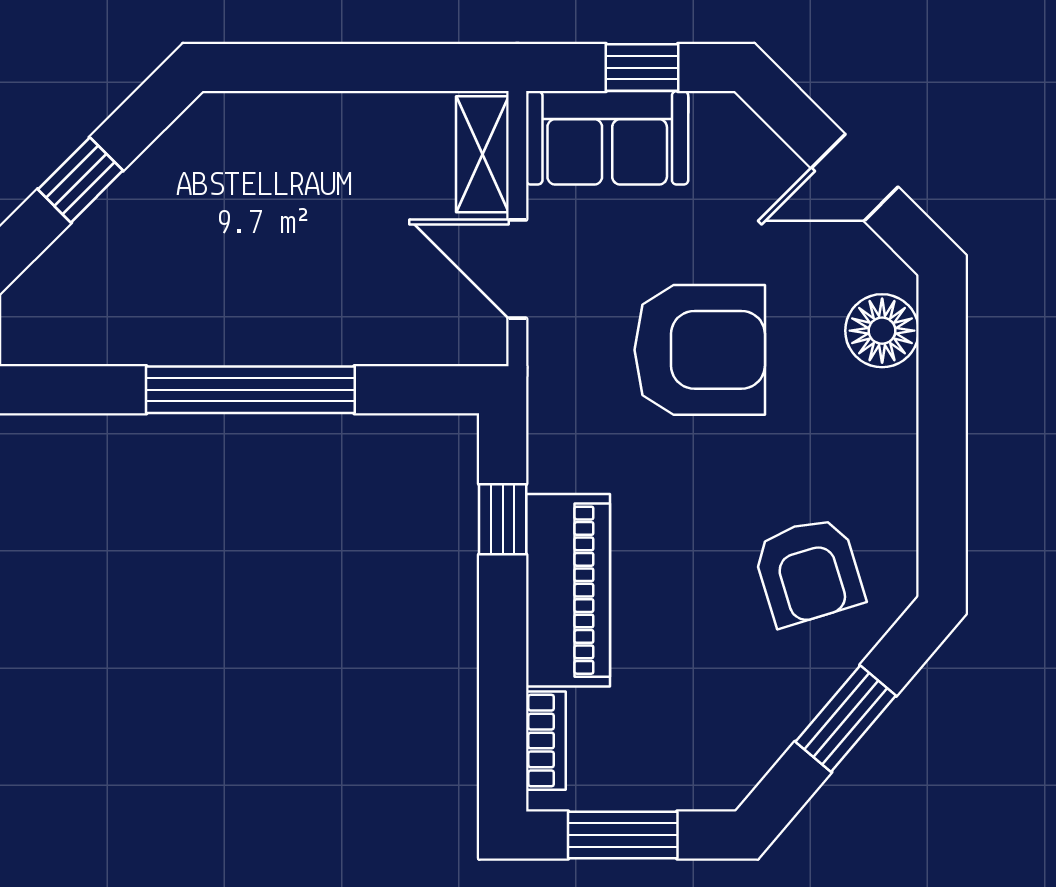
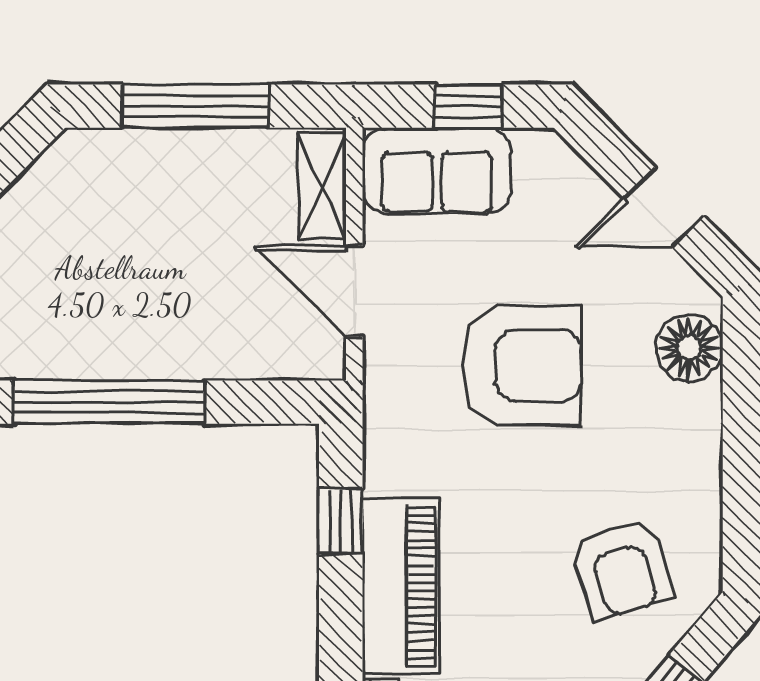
window: (344, 68) -> (195, 106), added

